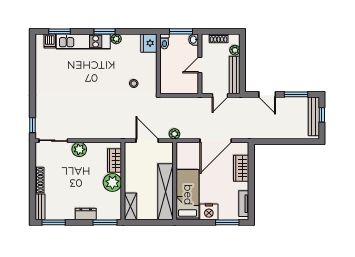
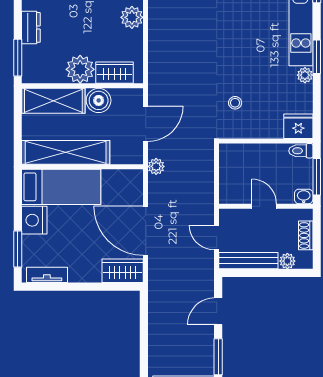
wardrobe: (241, 168) -> (123, 271), moved
boiler: (132, 171) -> (99, 100), added
shelving: (131, 206) -> (53, 101), width x1.50, depth x1.33

